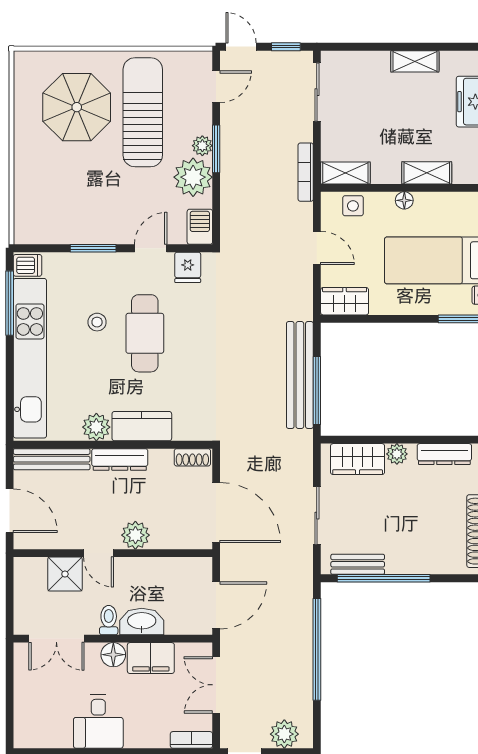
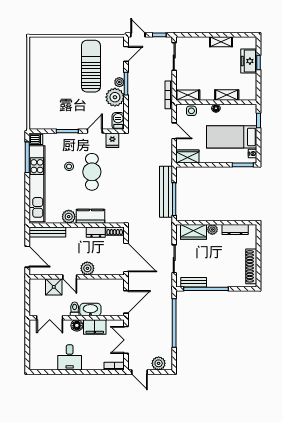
parasol: (77, 107) -> (59, 64), removed
dresser: (120, 459) -> (96, 232), moved, width x0.70

